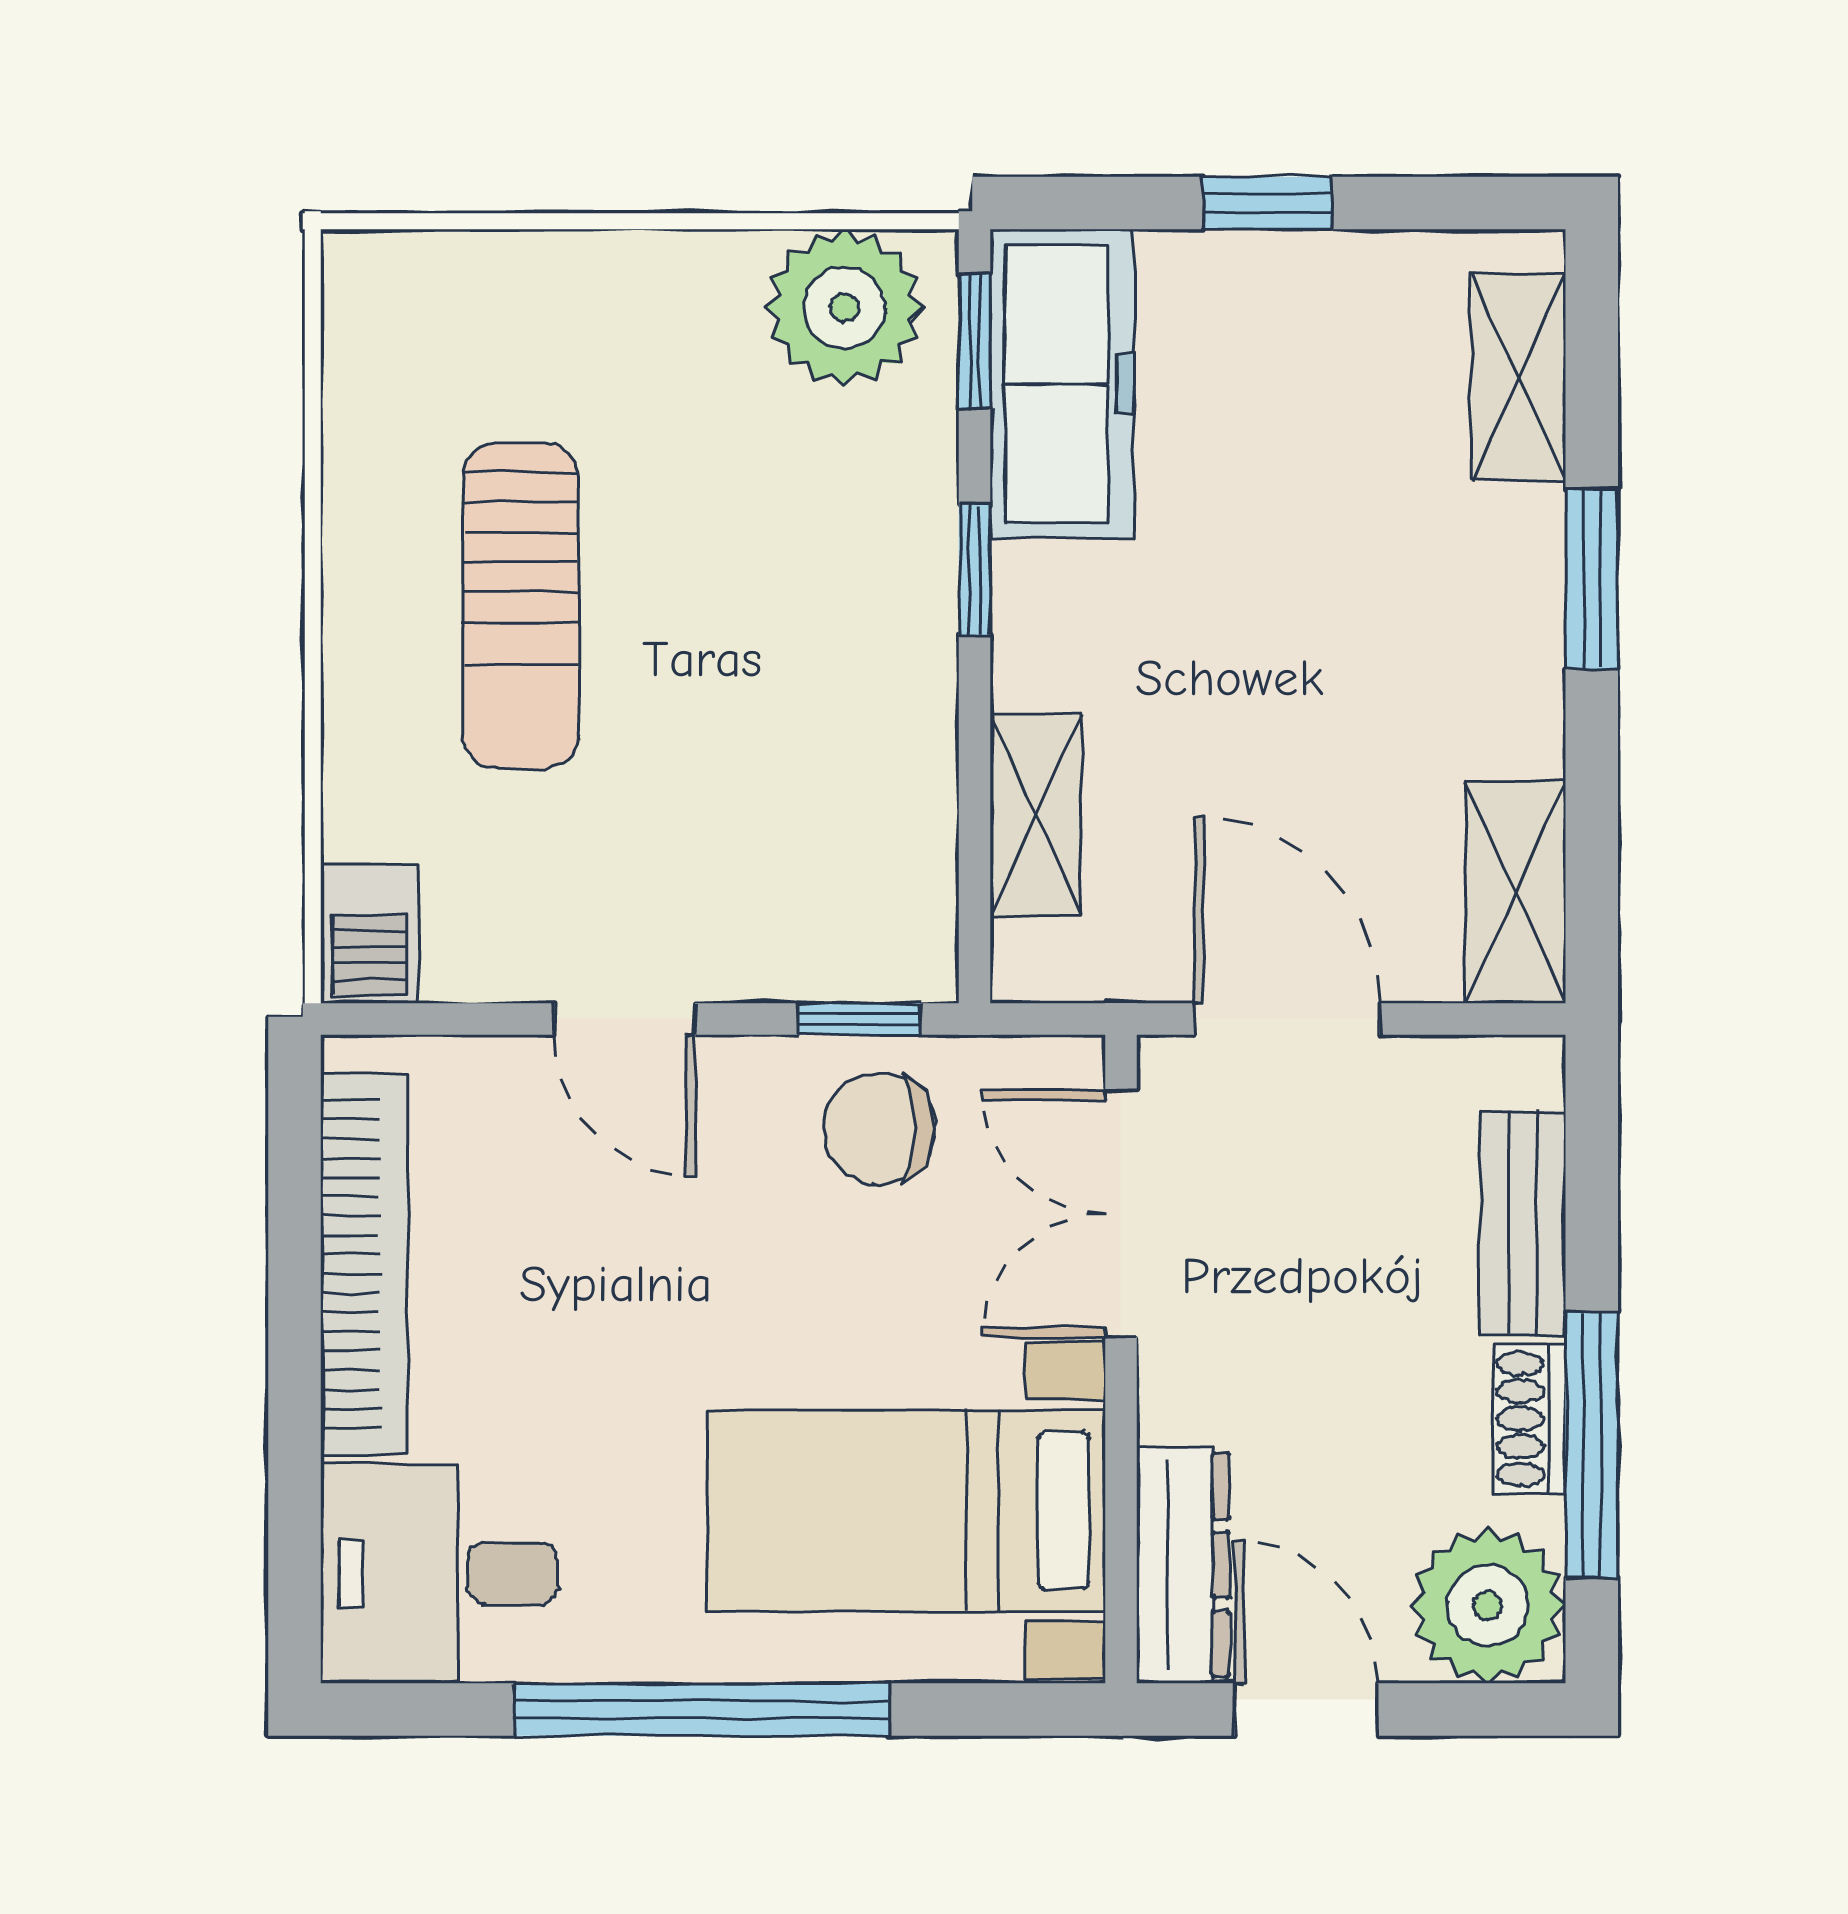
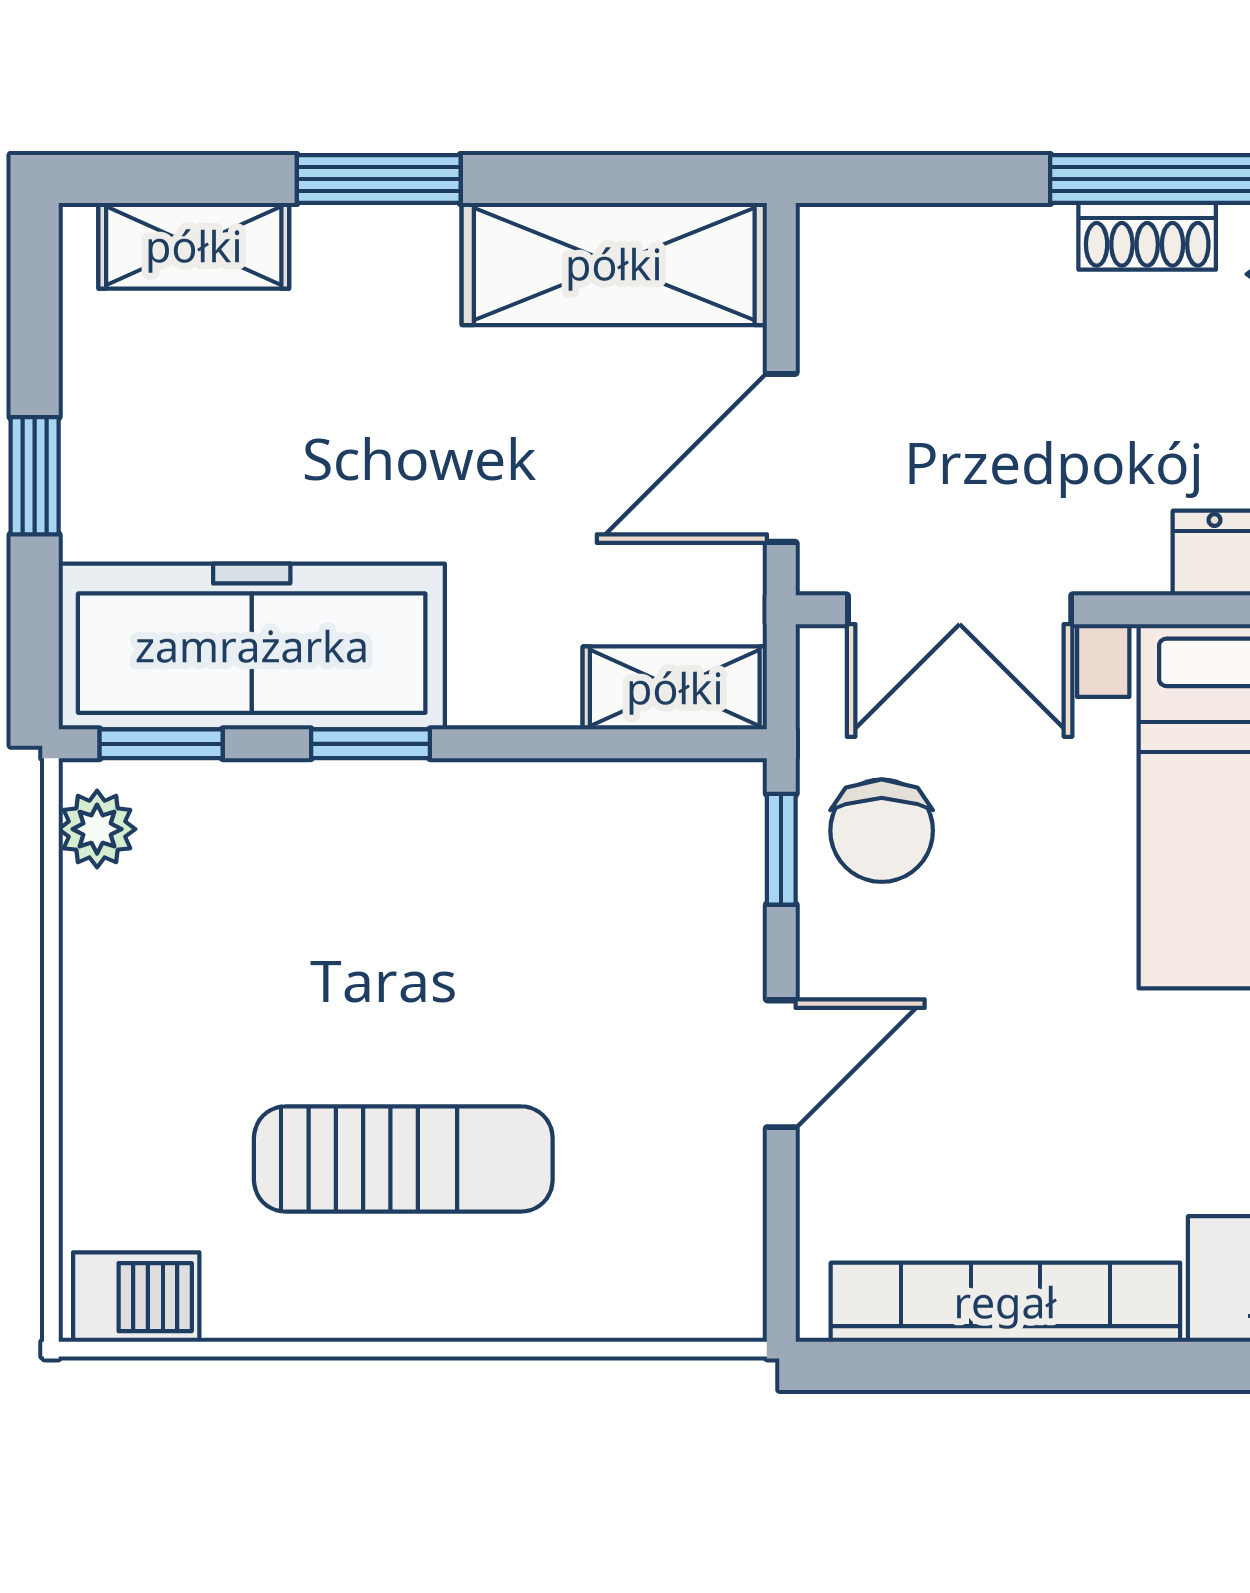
plant: (845, 308) -> (97, 829), width x0.53, depth x0.53
freezer: (1062, 384) -> (252, 646), width x1.36, depth x1.26
shelving: (1036, 815) -> (675, 688), moved
shelving: (1516, 892) -> (614, 264), width x1.50, depth x1.33
barbecue: (370, 934) -> (136, 1297), moved
bench: (1523, 1223) -> (968, 242), removed

